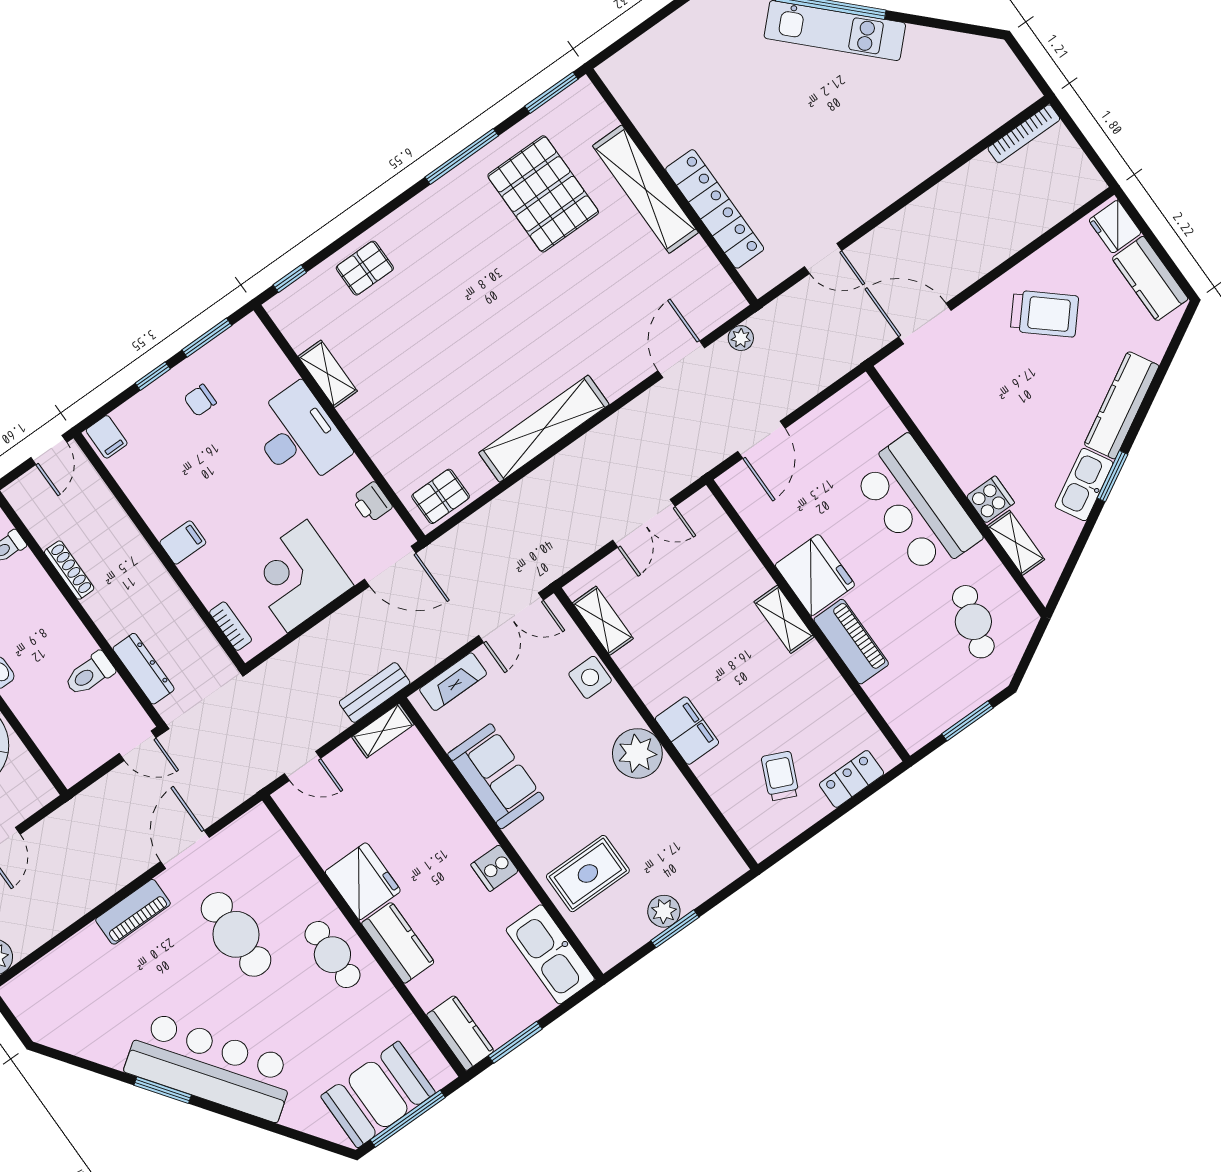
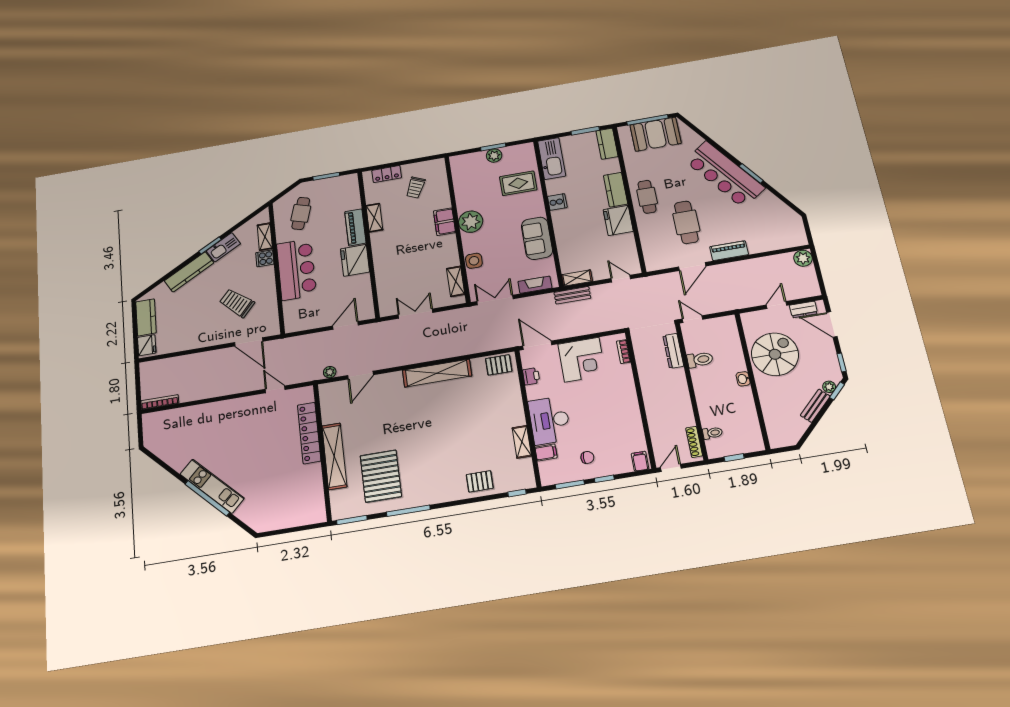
trolley: (1045, 314) -> (237, 303), moved
filing cabinet: (183, 542) -> (546, 452), moved, turned 180
shoe rack: (69, 570) -> (694, 442), moved
shelving: (784, 619) -> (374, 218), moved

